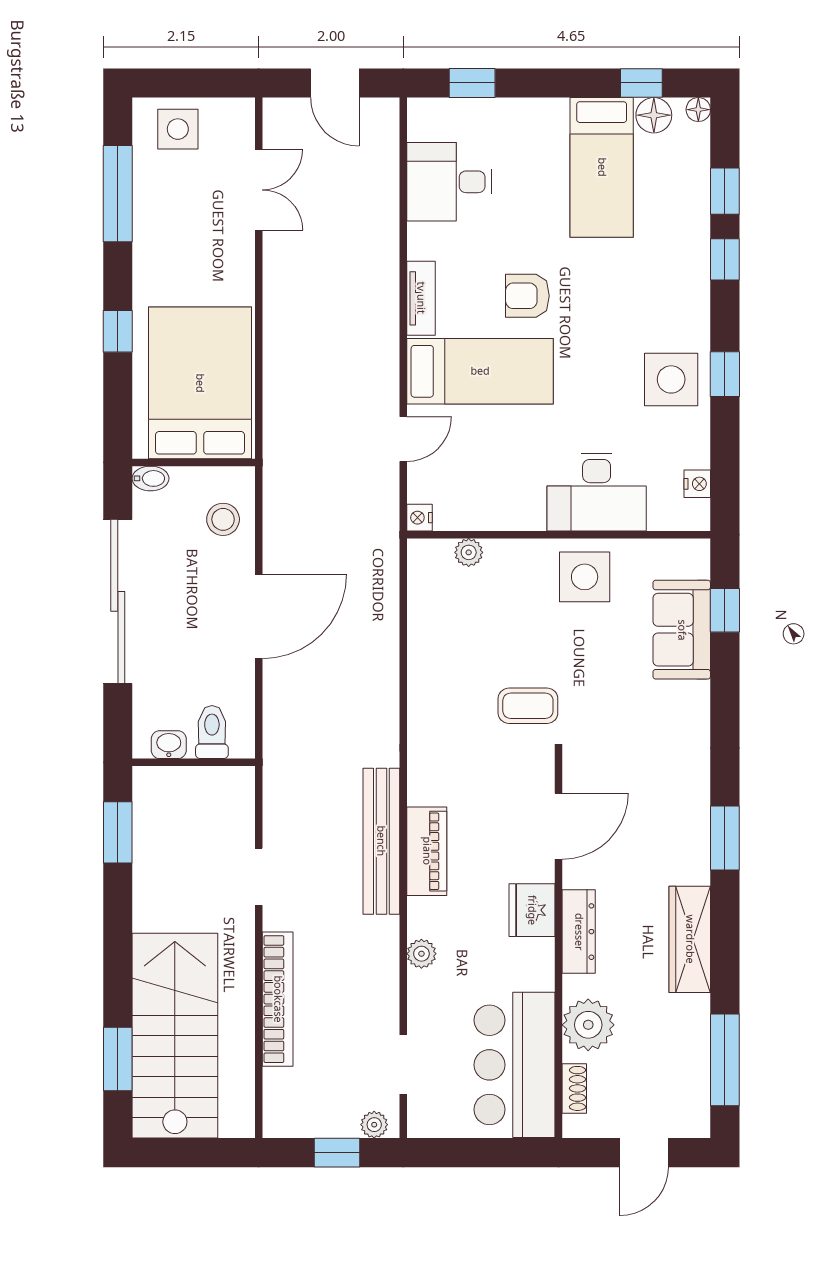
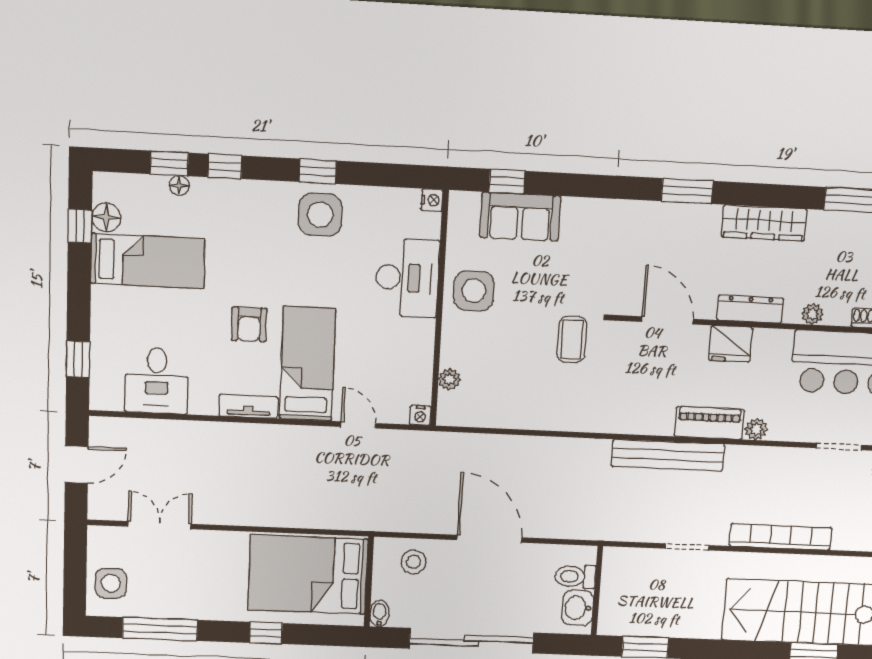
floor lamp: (698, 110) -> (179, 185), moved
nightstand: (697, 484) -> (432, 200), moved, turned 90
washbasin: (169, 745) -> (578, 608), width x1.38, depth x1.45
piano: (427, 851) -> (709, 423), moved
plant: (588, 1025) -> (812, 314), width x0.53, depth x0.53

